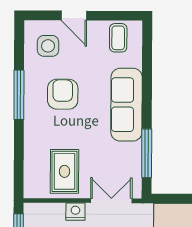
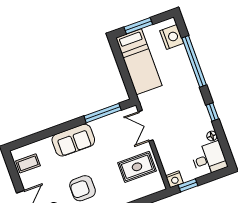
sofa: (127, 105) -> (73, 140), width x0.73
nightstand: (75, 212) -> (175, 179), moved, turned -90

